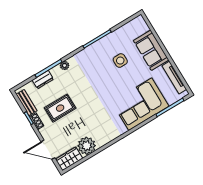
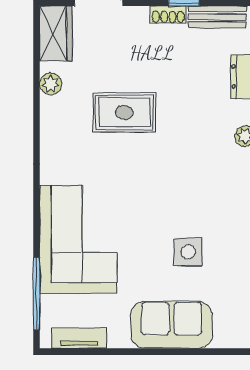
tv unit: (174, 78) -> (79, 338), width x0.71
rug: (60, 108) -> (124, 112), moved, turned 90
plant: (87, 146) -> (51, 84), width x0.53, depth x0.53

